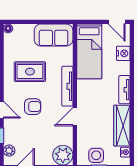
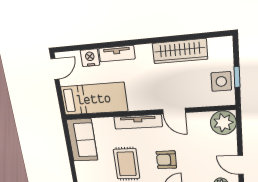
tv unit: (124, 90) -> (117, 54), moved
armchair: (33, 107) -> (166, 160), turned -90
nightstand: (125, 152) -> (215, 44), removed

